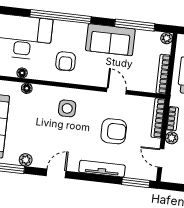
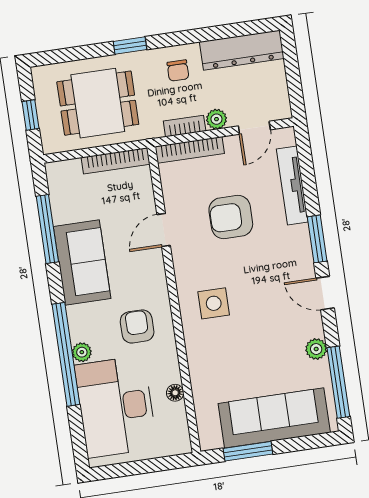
plant: (167, 38) -> (82, 352), moved
armchair: (66, 61) -> (137, 326), turned -89
floor lamp: (27, 88) -> (198, 378), removed
armchair: (114, 131) -> (231, 217), turned -90
tv unit: (102, 169) -> (292, 185), moved
window: (136, 182) -> (317, 239), moved

